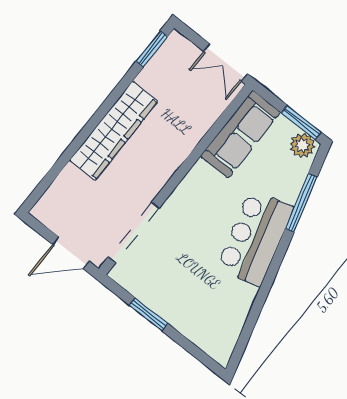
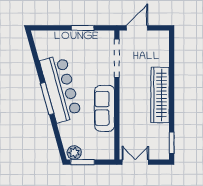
sofa: (240, 134) -> (105, 108), moved
window: (301, 203) -> (47, 99), moved
bar counter: (255, 238) -> (61, 89), width x1.36

